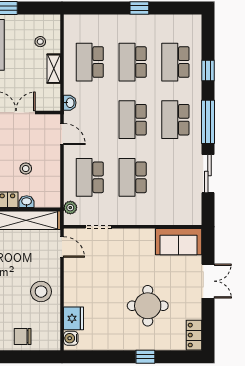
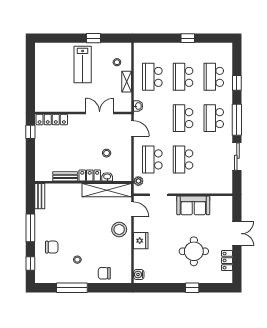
sofa: (179, 242) -> (193, 205), moved
stool: (41, 292) -> (119, 230), moved
fridge: (74, 318) -> (141, 241), moved
locker: (194, 335) -> (227, 261), moved

